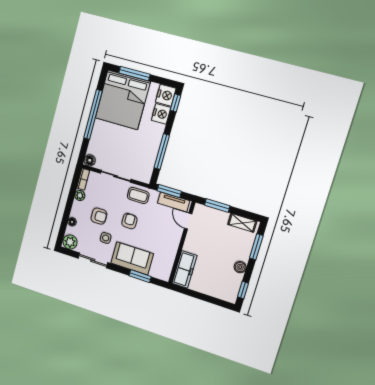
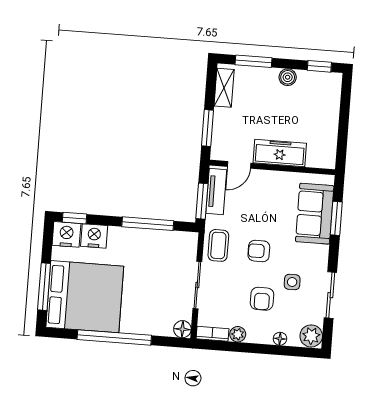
armchair: (99, 216) -> (262, 299), turned 180
sofa: (132, 258) -> (315, 214), moved
freezer: (184, 269) -> (280, 153), moved

